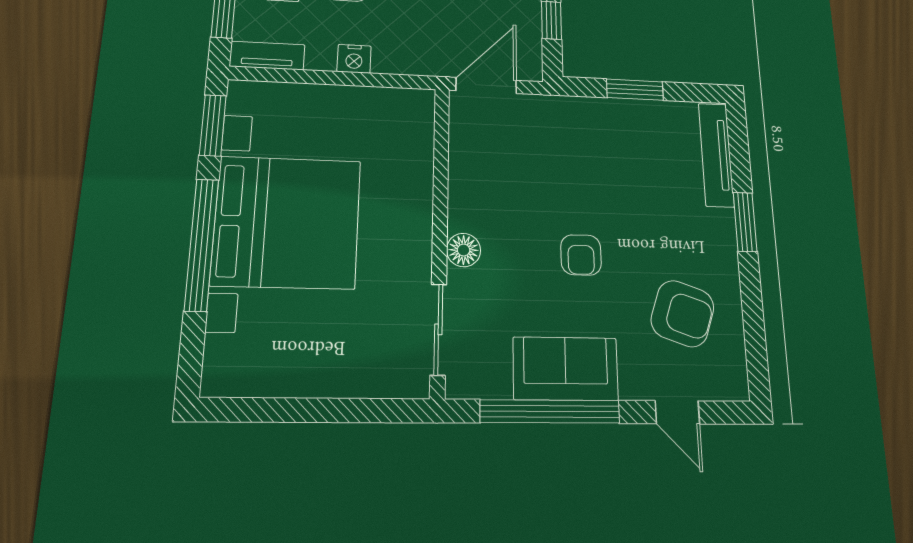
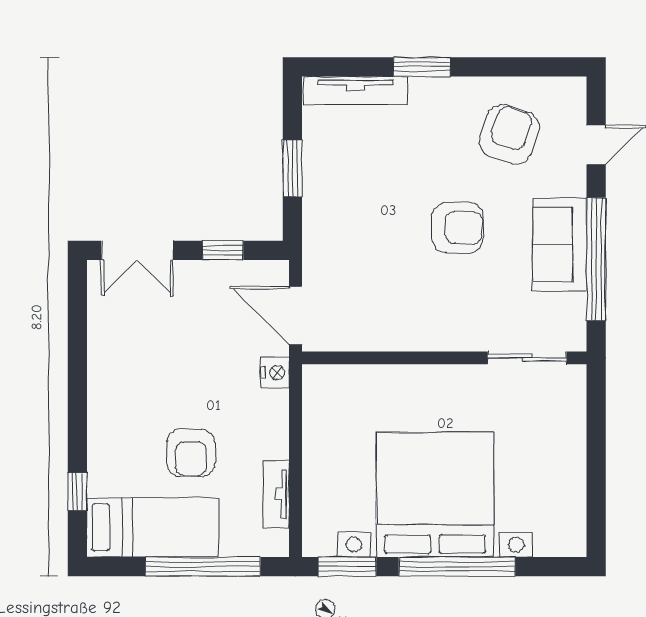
tv unit: (267, 56) -> (276, 494), moved
nightstand: (354, 59) -> (275, 373), moved
floor lamp: (464, 250) -> (456, 336), removed
armchair: (581, 255) -> (458, 228), width x1.38, depth x1.38

